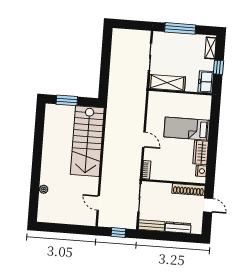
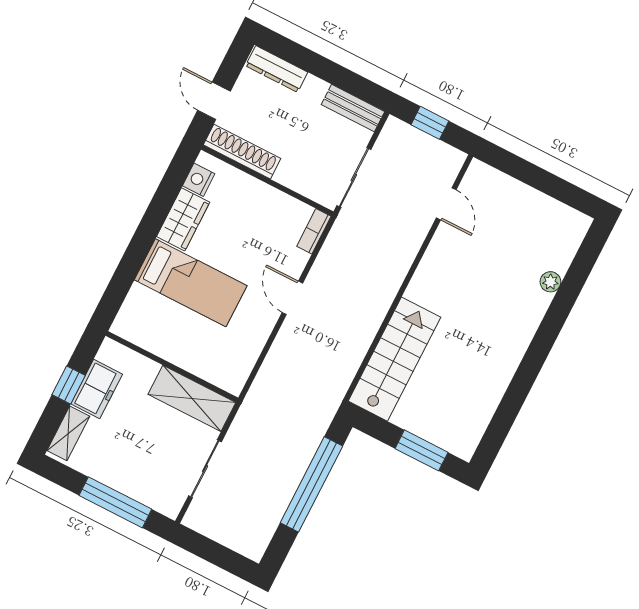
window: (105, 68) -> (311, 484), added
freezer: (206, 82) -> (97, 389), moved
stairs: (87, 141) -> (394, 359), width x0.73, depth x0.66
dresser: (178, 227) -> (277, 69), moved

